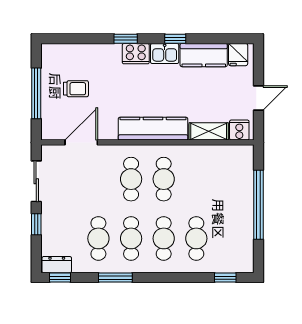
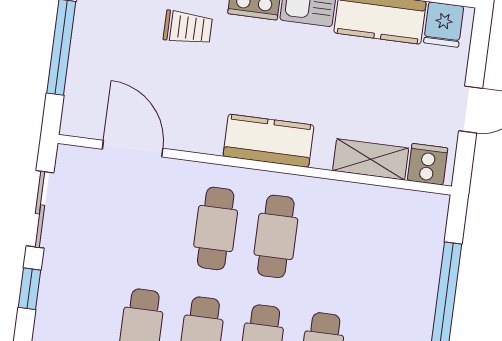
trolley: (76, 89) -> (188, 28), moved
kitchen counter: (153, 129) -> (268, 141), width x0.67
door: (81, 142) -> (133, 149), hinge flipped

